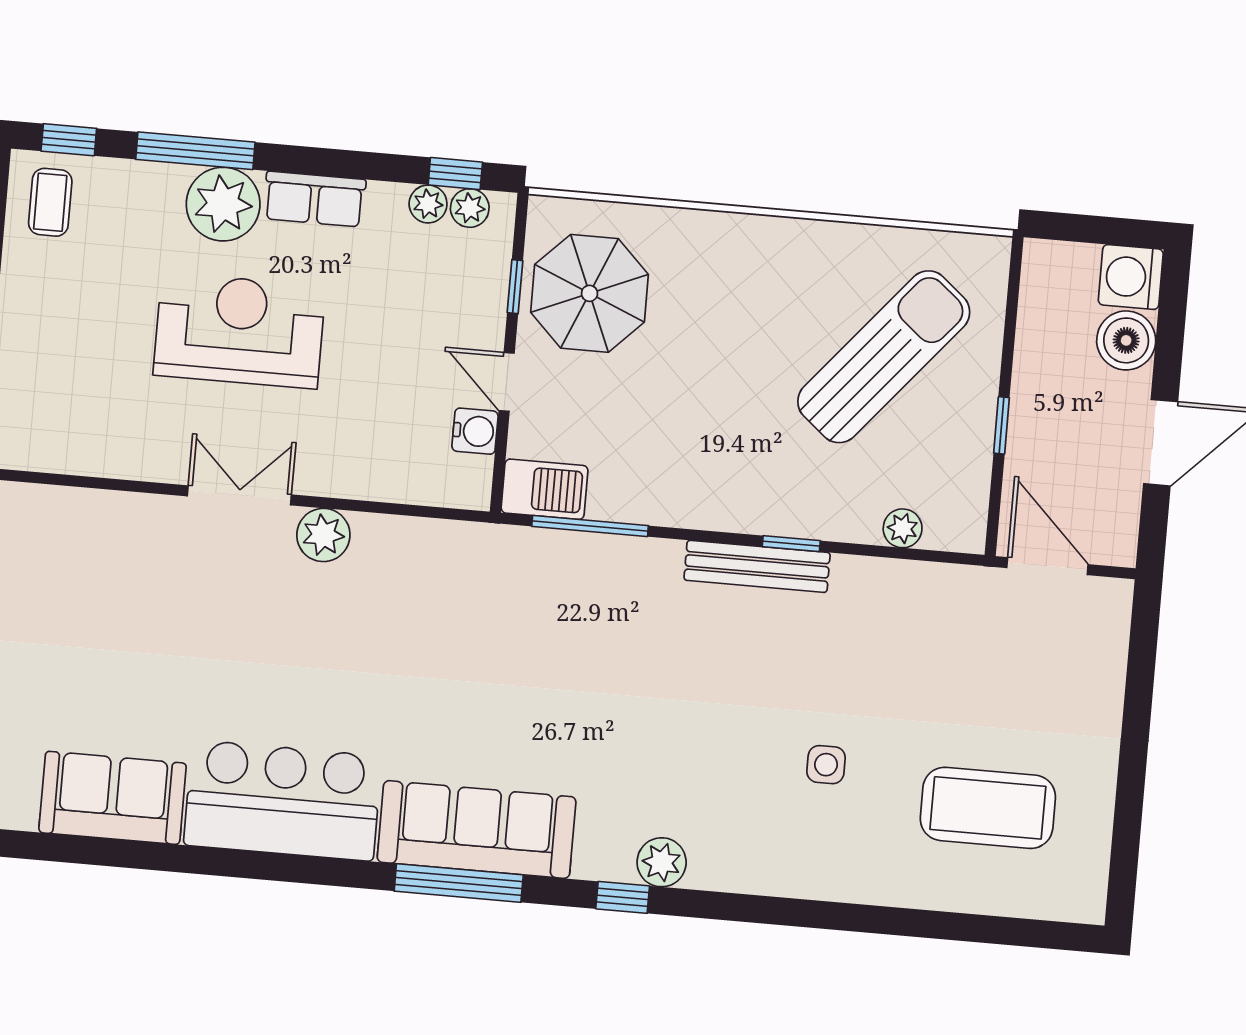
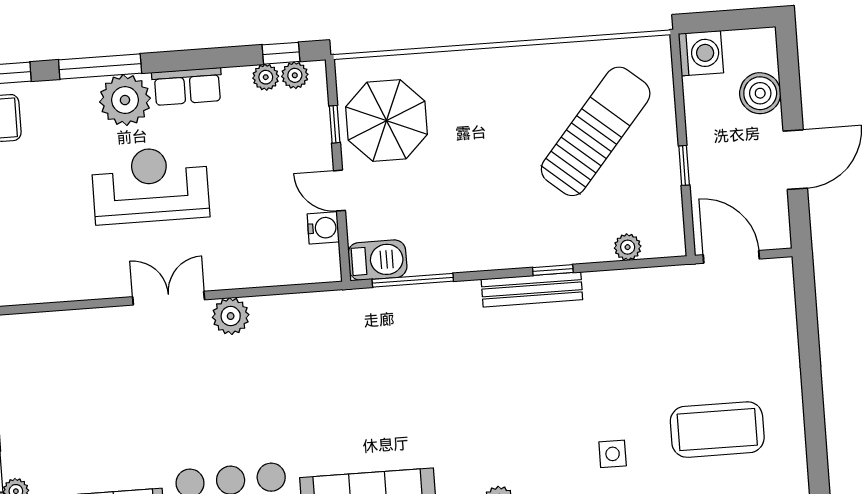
washing machine: (1131, 277) -> (701, 53), moved, turned 180
side table: (826, 765) -> (613, 454), moved

